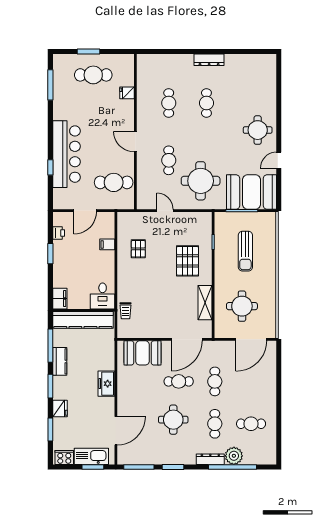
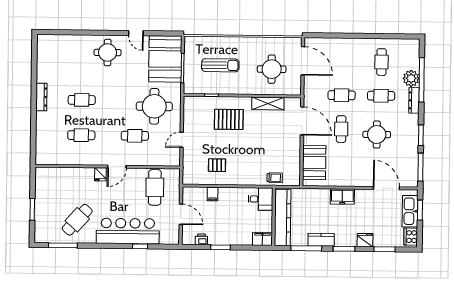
cafe table: (93, 75) -> (77, 220), moved, turned 42
fridge: (127, 93) -> (100, 174), moved

